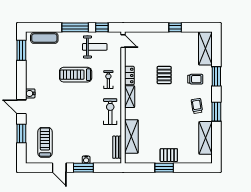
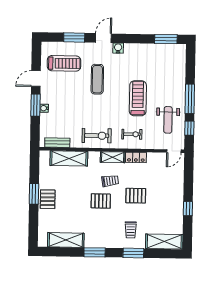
exercise mat: (44, 38) -> (97, 79), moved
trolley: (197, 106) -> (110, 181), moved
pallet: (170, 107) -> (101, 201), added

